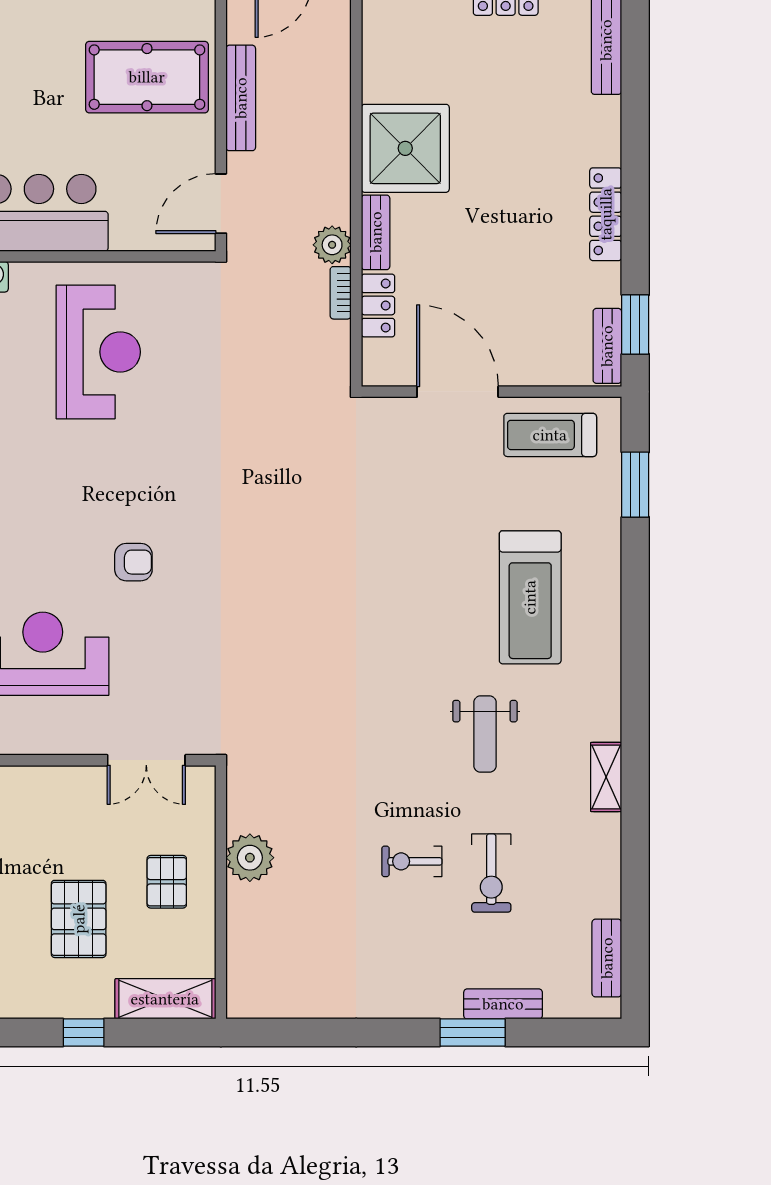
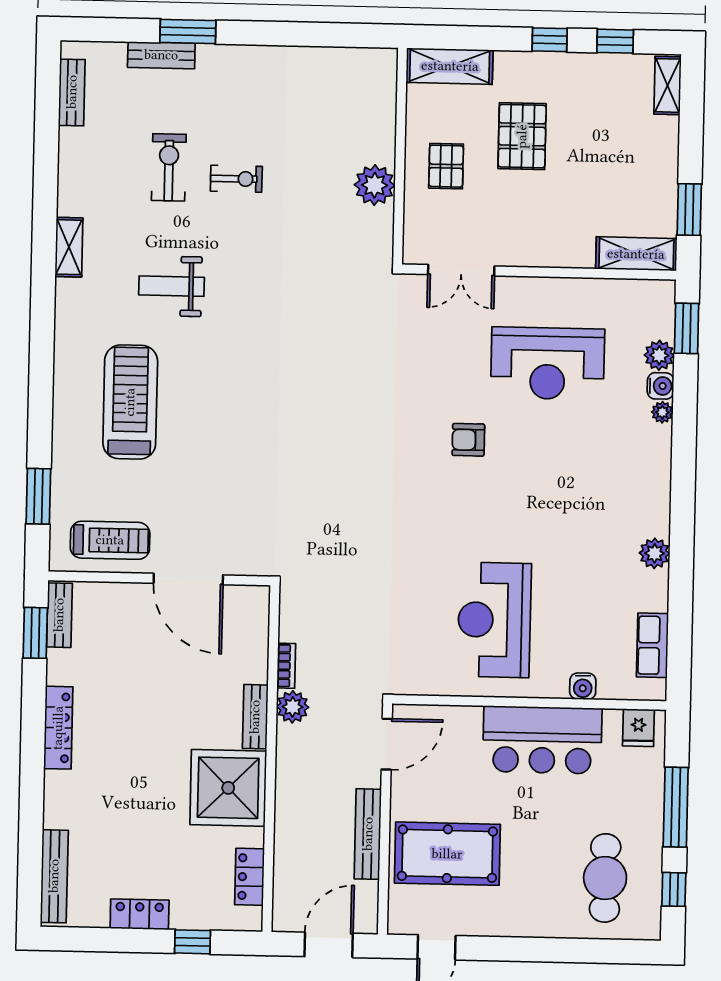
locker: (378, 306) -> (250, 877), moved
weight bench: (485, 734) -> (171, 286), turned -90
double door: (146, 760) -> (461, 270), swing flipped
window: (84, 1032) -> (550, 40), moved

